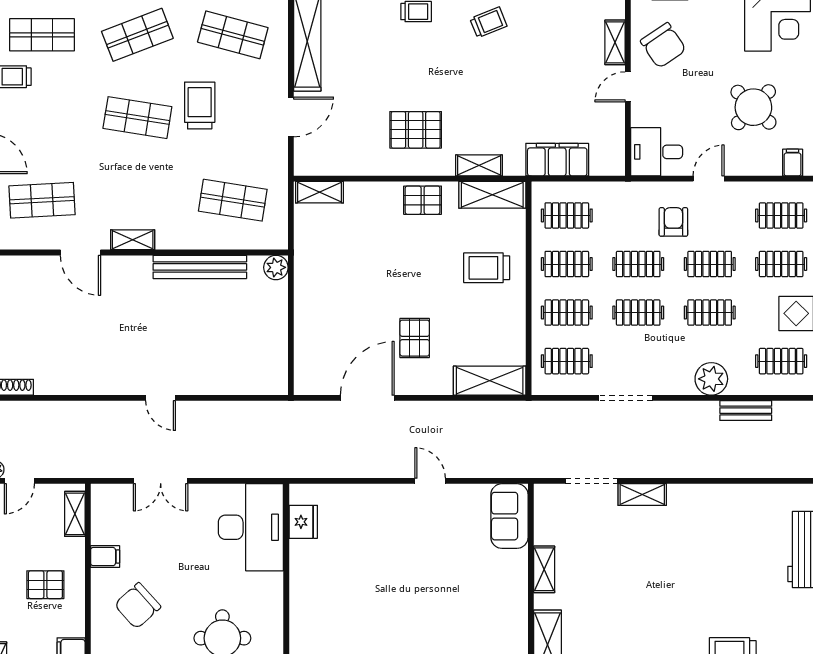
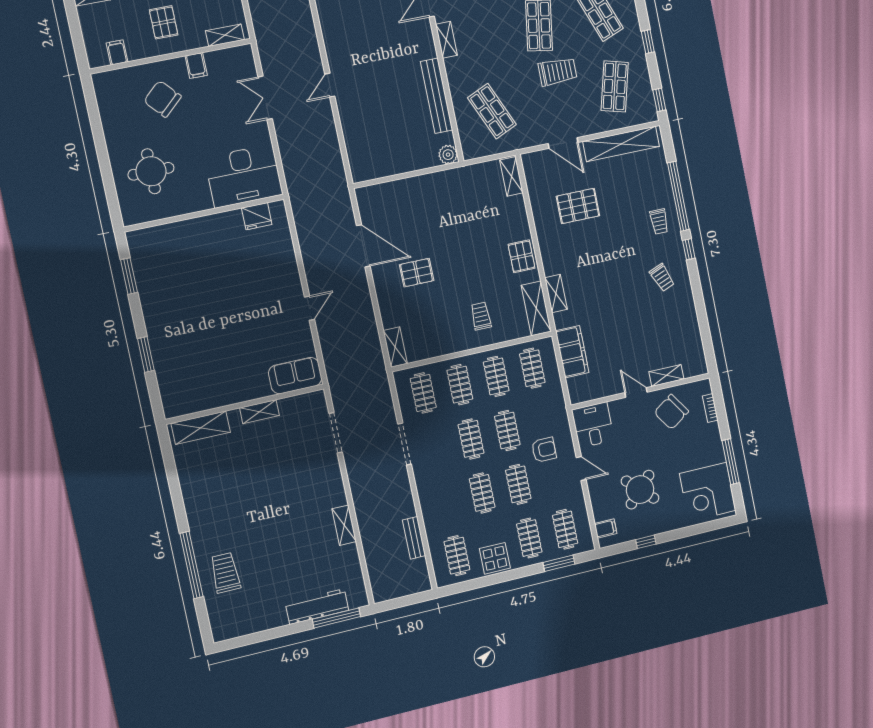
pallet: (416, 130) -> (578, 206), moved, turned 90
shop shelf: (233, 200) -> (492, 111), turned -33
trolley: (487, 268) -> (481, 316), width x0.73, depth x0.72
plant: (711, 379) -> (433, 506), removed
shelving: (490, 381) -> (395, 347), width x0.67, depth x0.75
shelving: (642, 495) -> (344, 525), moved

